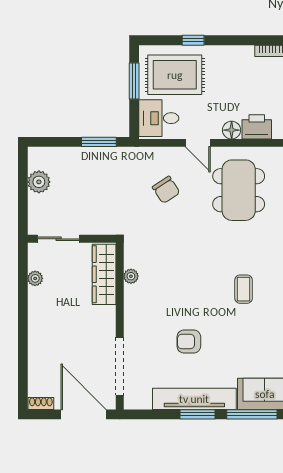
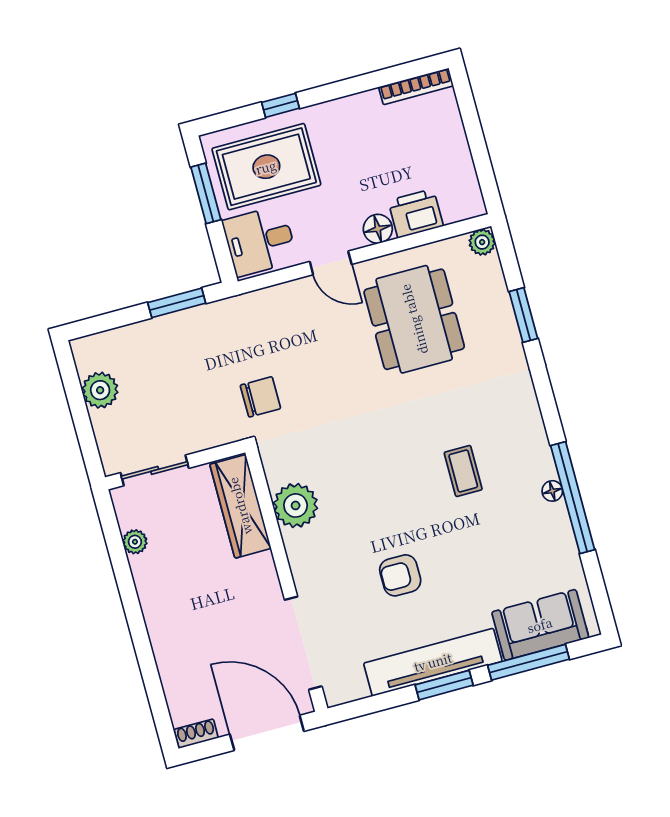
chair: (166, 190) -> (260, 397), moved, turned -57
plant: (131, 276) -> (296, 505), width x1.88, depth x1.88

